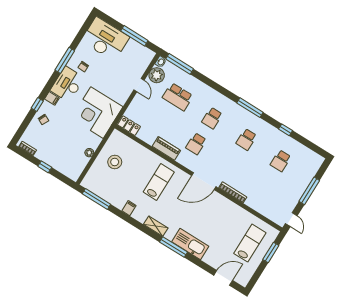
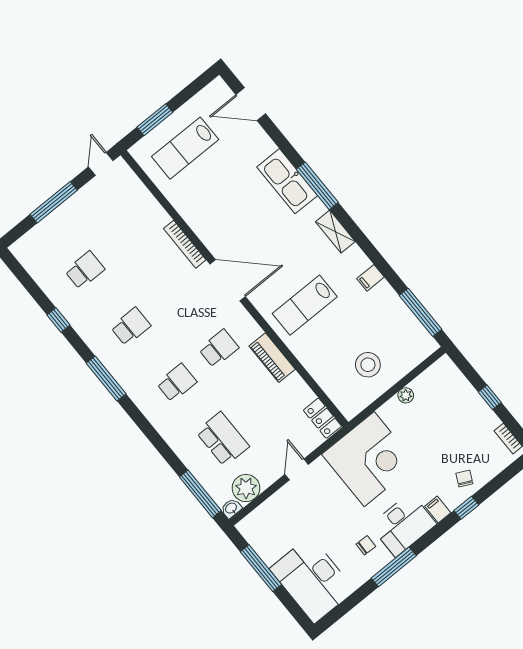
door: (139, 85) -> (297, 469), moved

